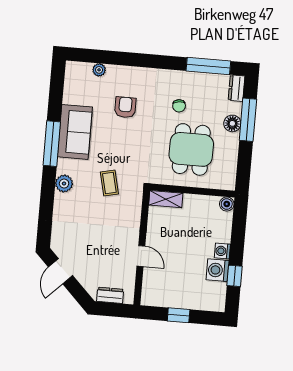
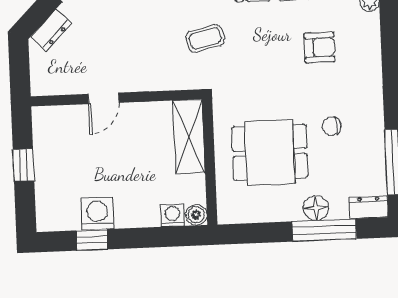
shelving: (166, 199) -> (189, 137), width x1.50, depth x1.33
washing machine: (222, 251) -> (173, 215), moved
dresser: (110, 295) -> (51, 30), moved, turned 45

